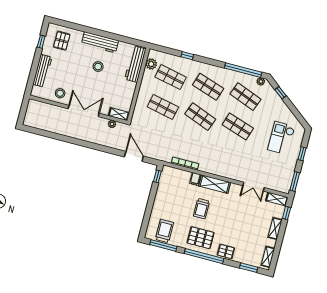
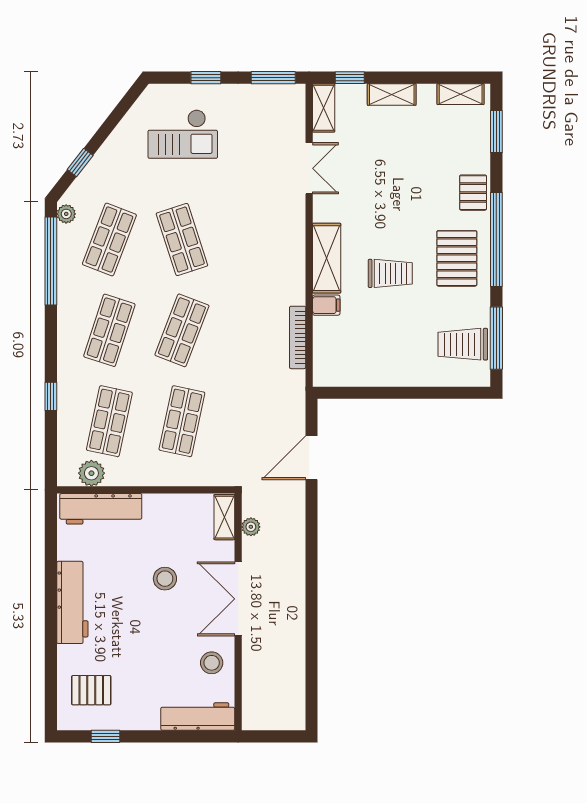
stool: (98, 67) -> (165, 579), moved
workbench: (42, 71) -> (198, 717), moved
shop shelf: (238, 126) -> (182, 240), turned -36
window: (157, 176) -> (343, 393), removed

